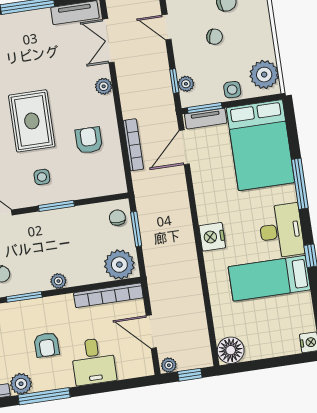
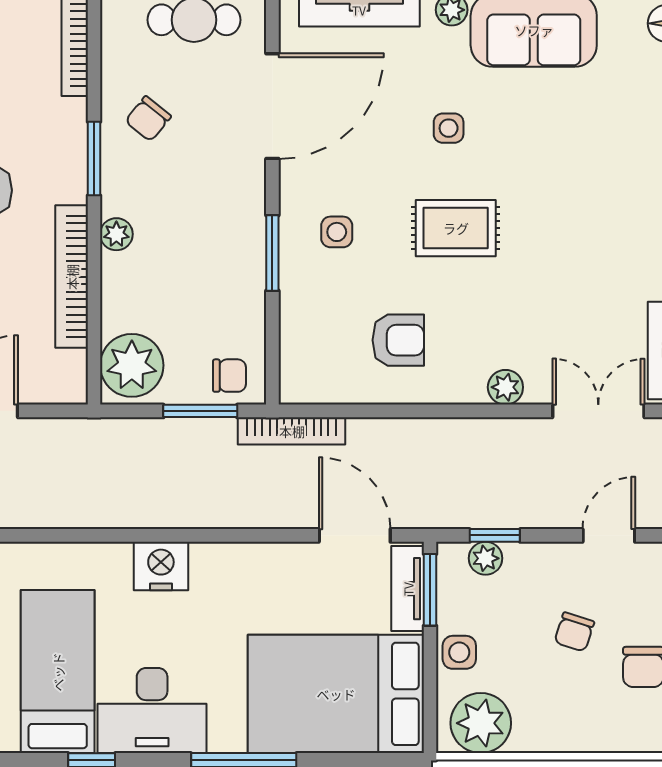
rug: (32, 121) -> (456, 228), width x0.73, depth x0.70
bookcase: (133, 145) -> (292, 431), moved
bookcase: (108, 295) -> (72, 277), moved

